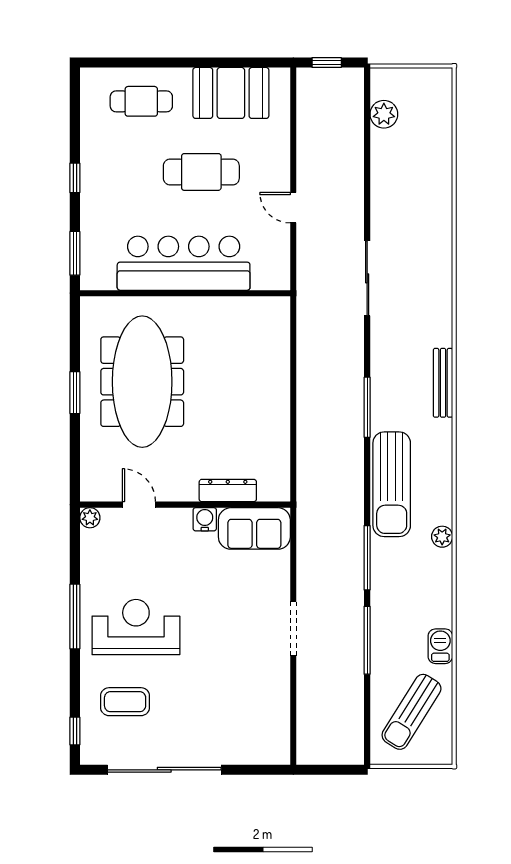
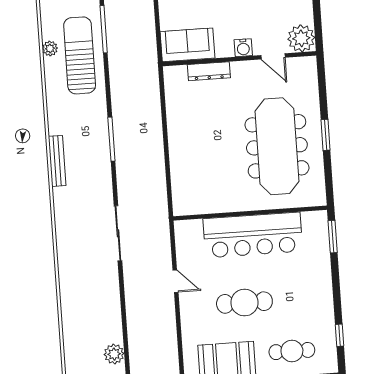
window: (75, 178) -> (340, 335), moved
sun lounger: (392, 484) -> (80, 55), moved
plant: (90, 518) -> (301, 38), width x1.88, depth x1.88
water cooler: (205, 519) -> (243, 48), moved

